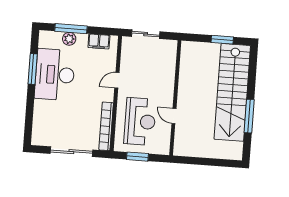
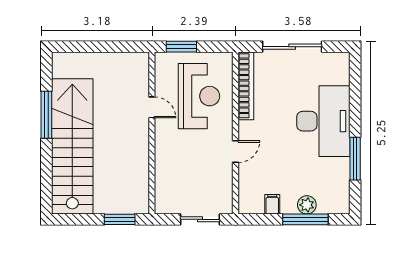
window: (222, 40) -> (120, 219), moved
filing cabinet: (99, 41) -> (272, 204), width x0.50
desk: (55, 75) -> (323, 121), moved
reception desk: (140, 121) -> (199, 96), turned 180
window: (137, 157) -> (181, 47), moved

